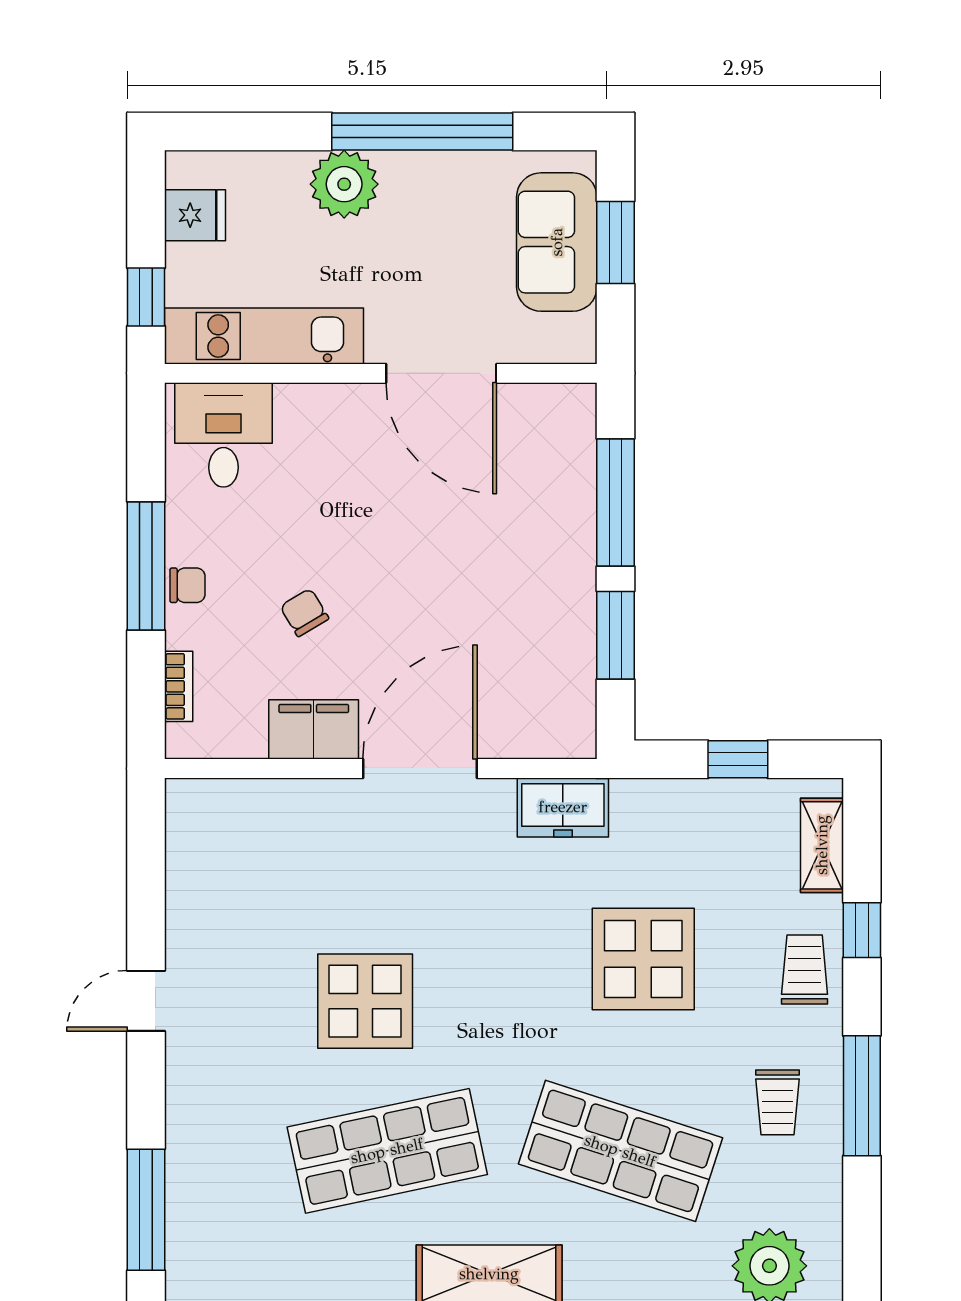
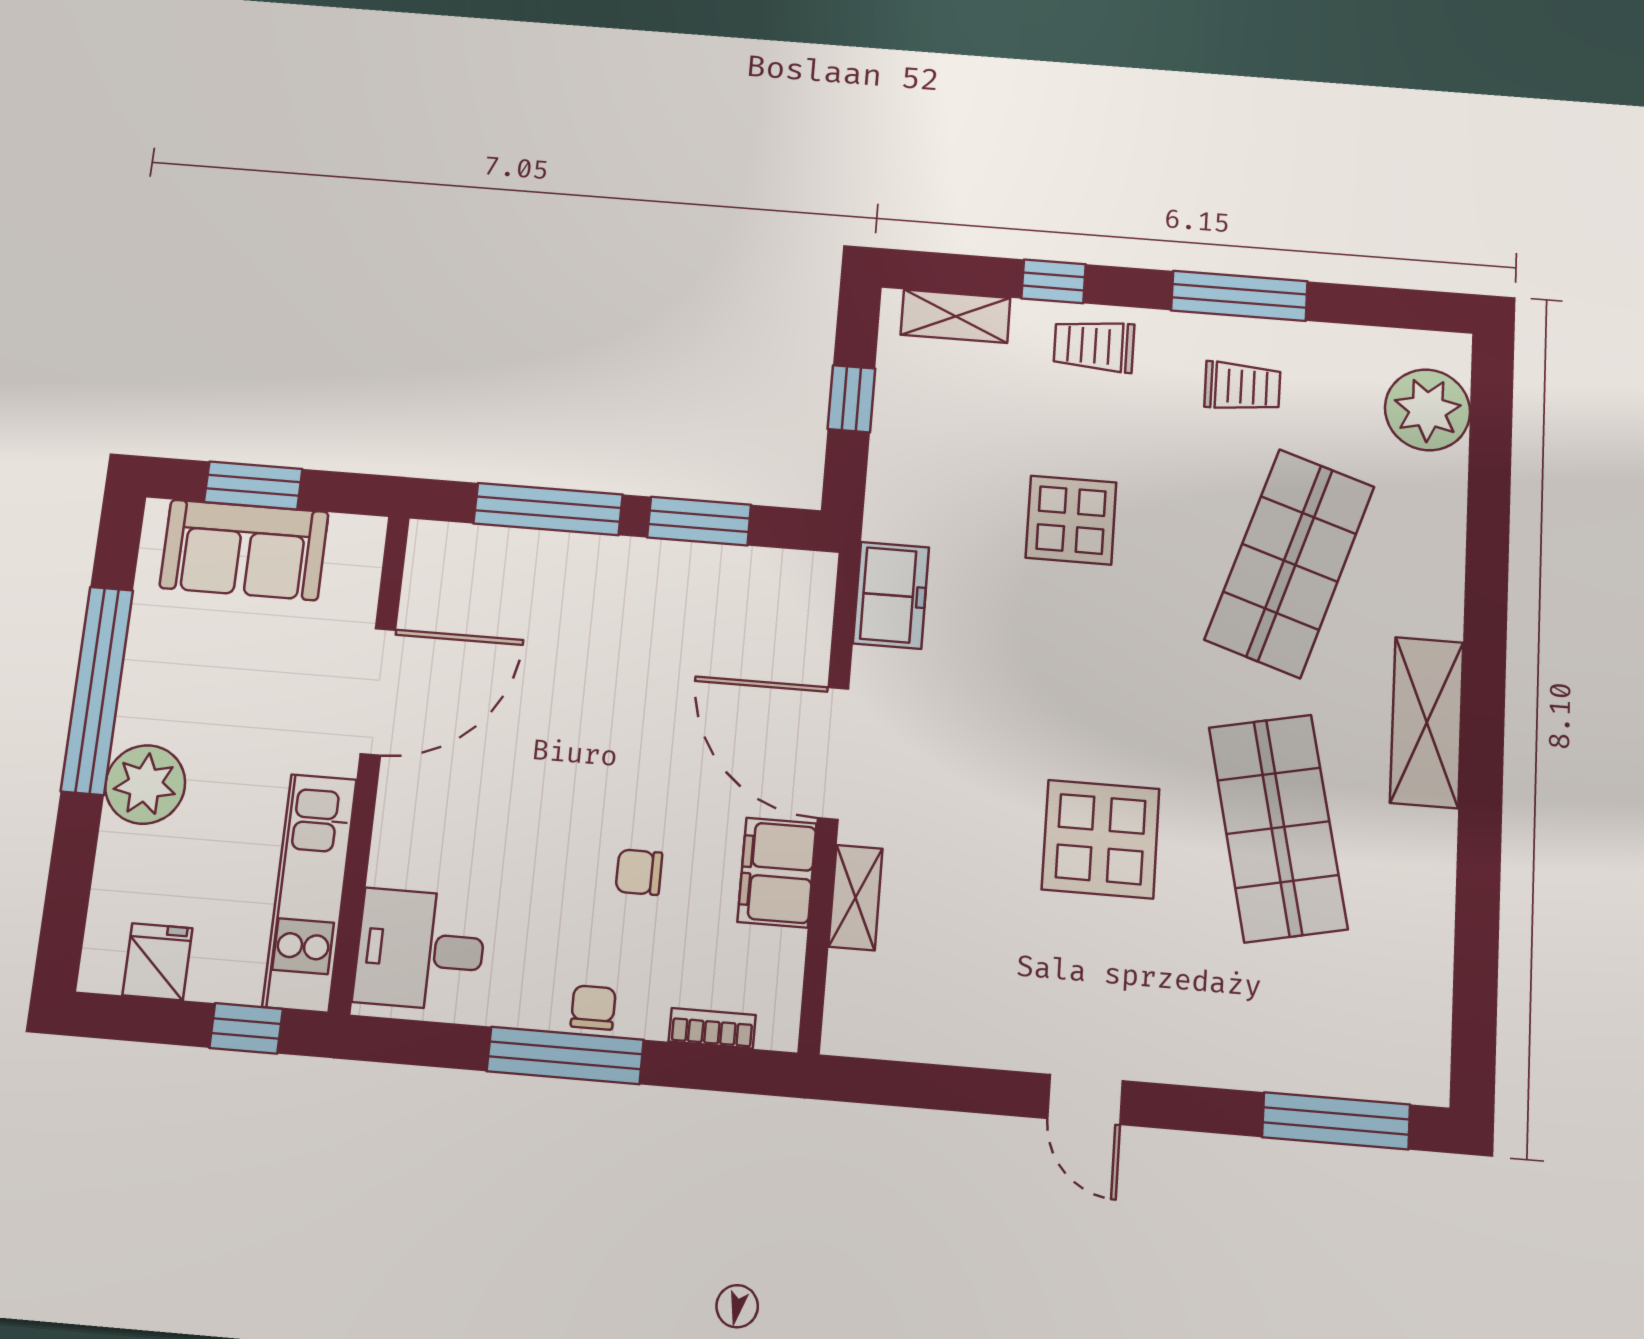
chair: (304, 612) -> (639, 872), turned 31
shelving: (298, 797) -> (855, 898), added
display table: (643, 959) -> (1071, 520), width x0.73, depth x0.73

